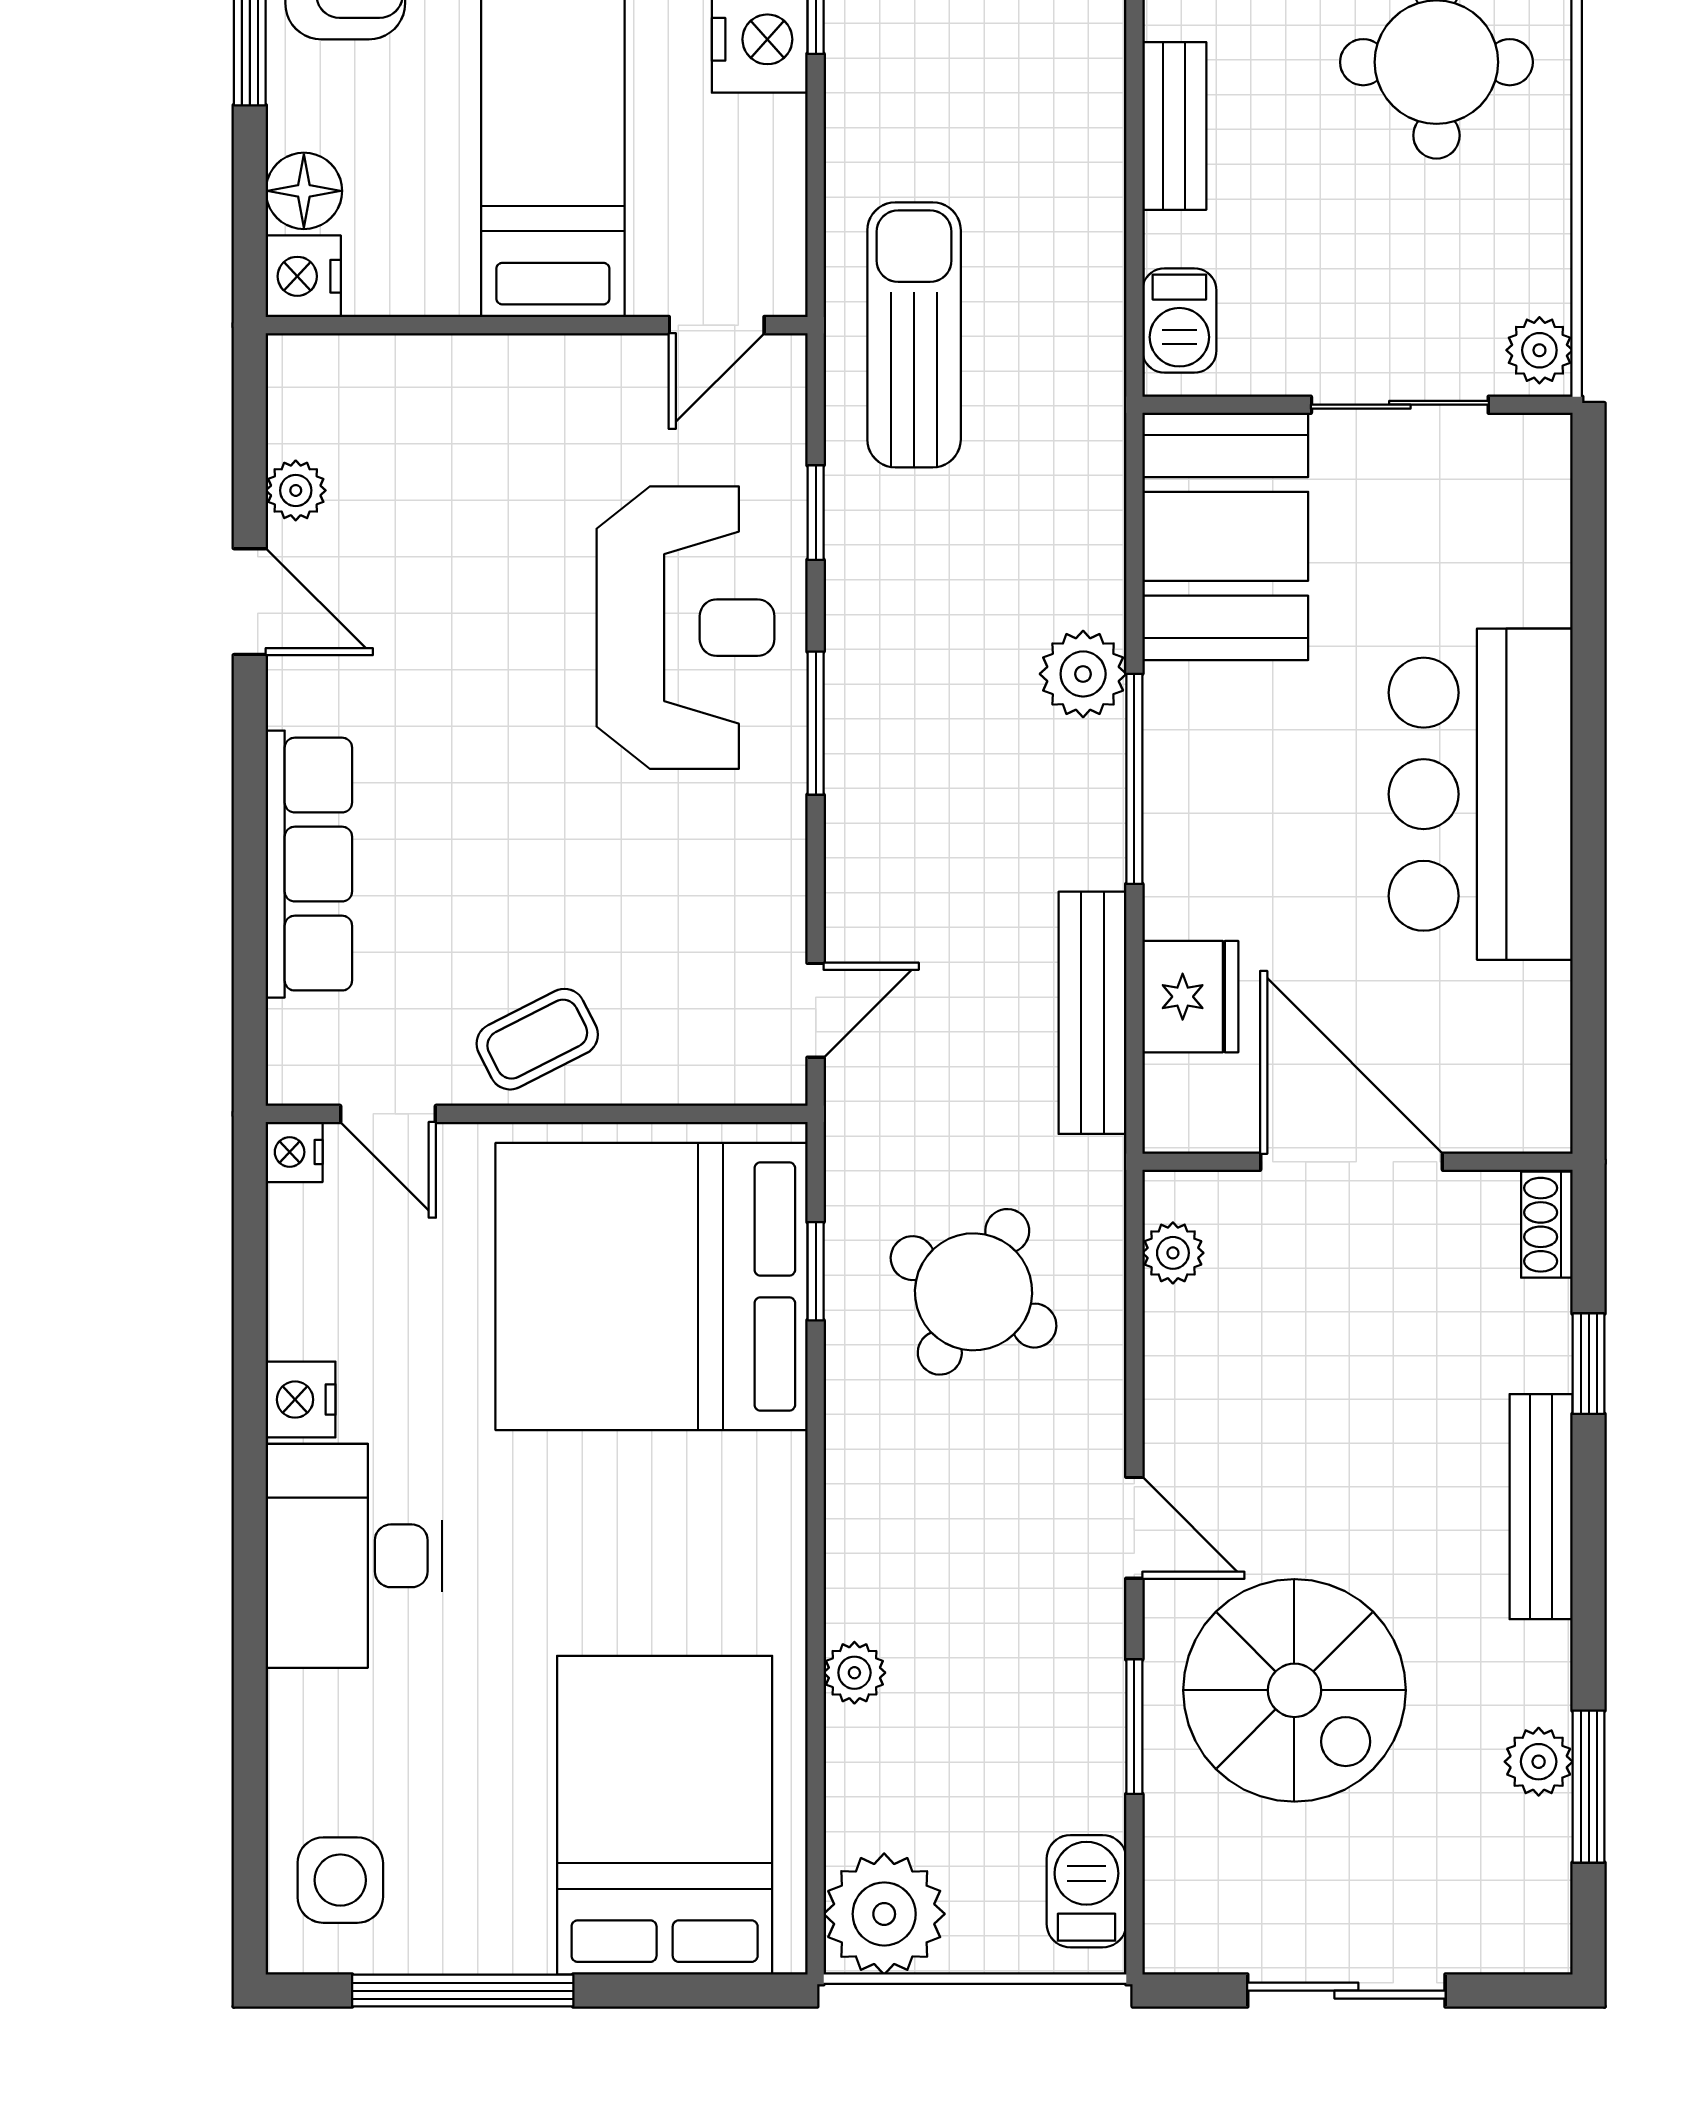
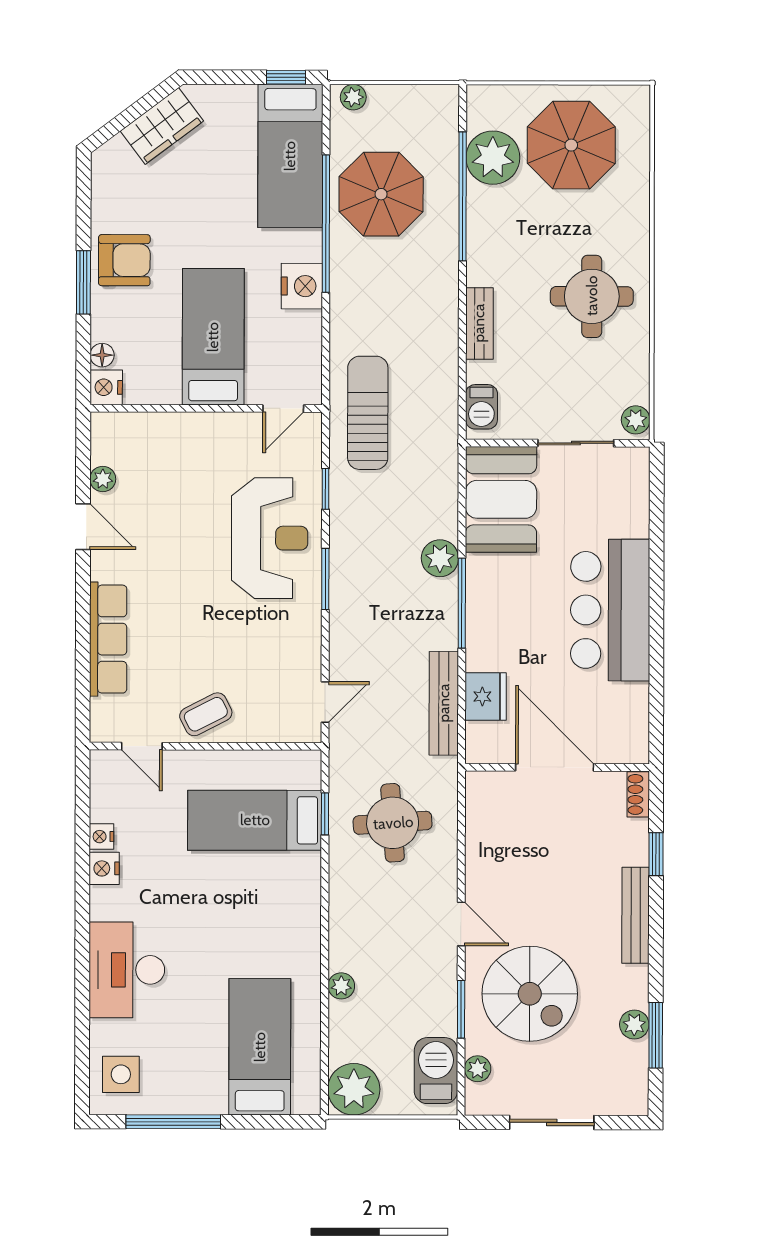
floor lamp: (304, 191) -> (102, 355), width x0.73, depth x0.73
nightstand: (294, 1152) -> (101, 837), moved
plant: (1173, 1253) -> (478, 1069), moved
bed: (652, 1286) -> (255, 820), width x0.49
round table: (974, 1292) -> (393, 823), turned -33
desk: (354, 1556) -> (127, 970), moved
bed: (665, 1815) -> (260, 1047), width x0.67
barbecue: (1086, 1891) -> (436, 1071), width x1.38, depth x1.27

